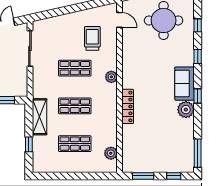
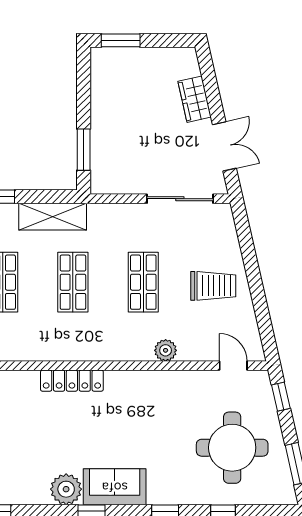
door: (120, 20) -> (233, 366), swing flipped
trolley: (92, 38) -> (213, 286), moved
plant: (111, 77) -> (166, 350), moved

